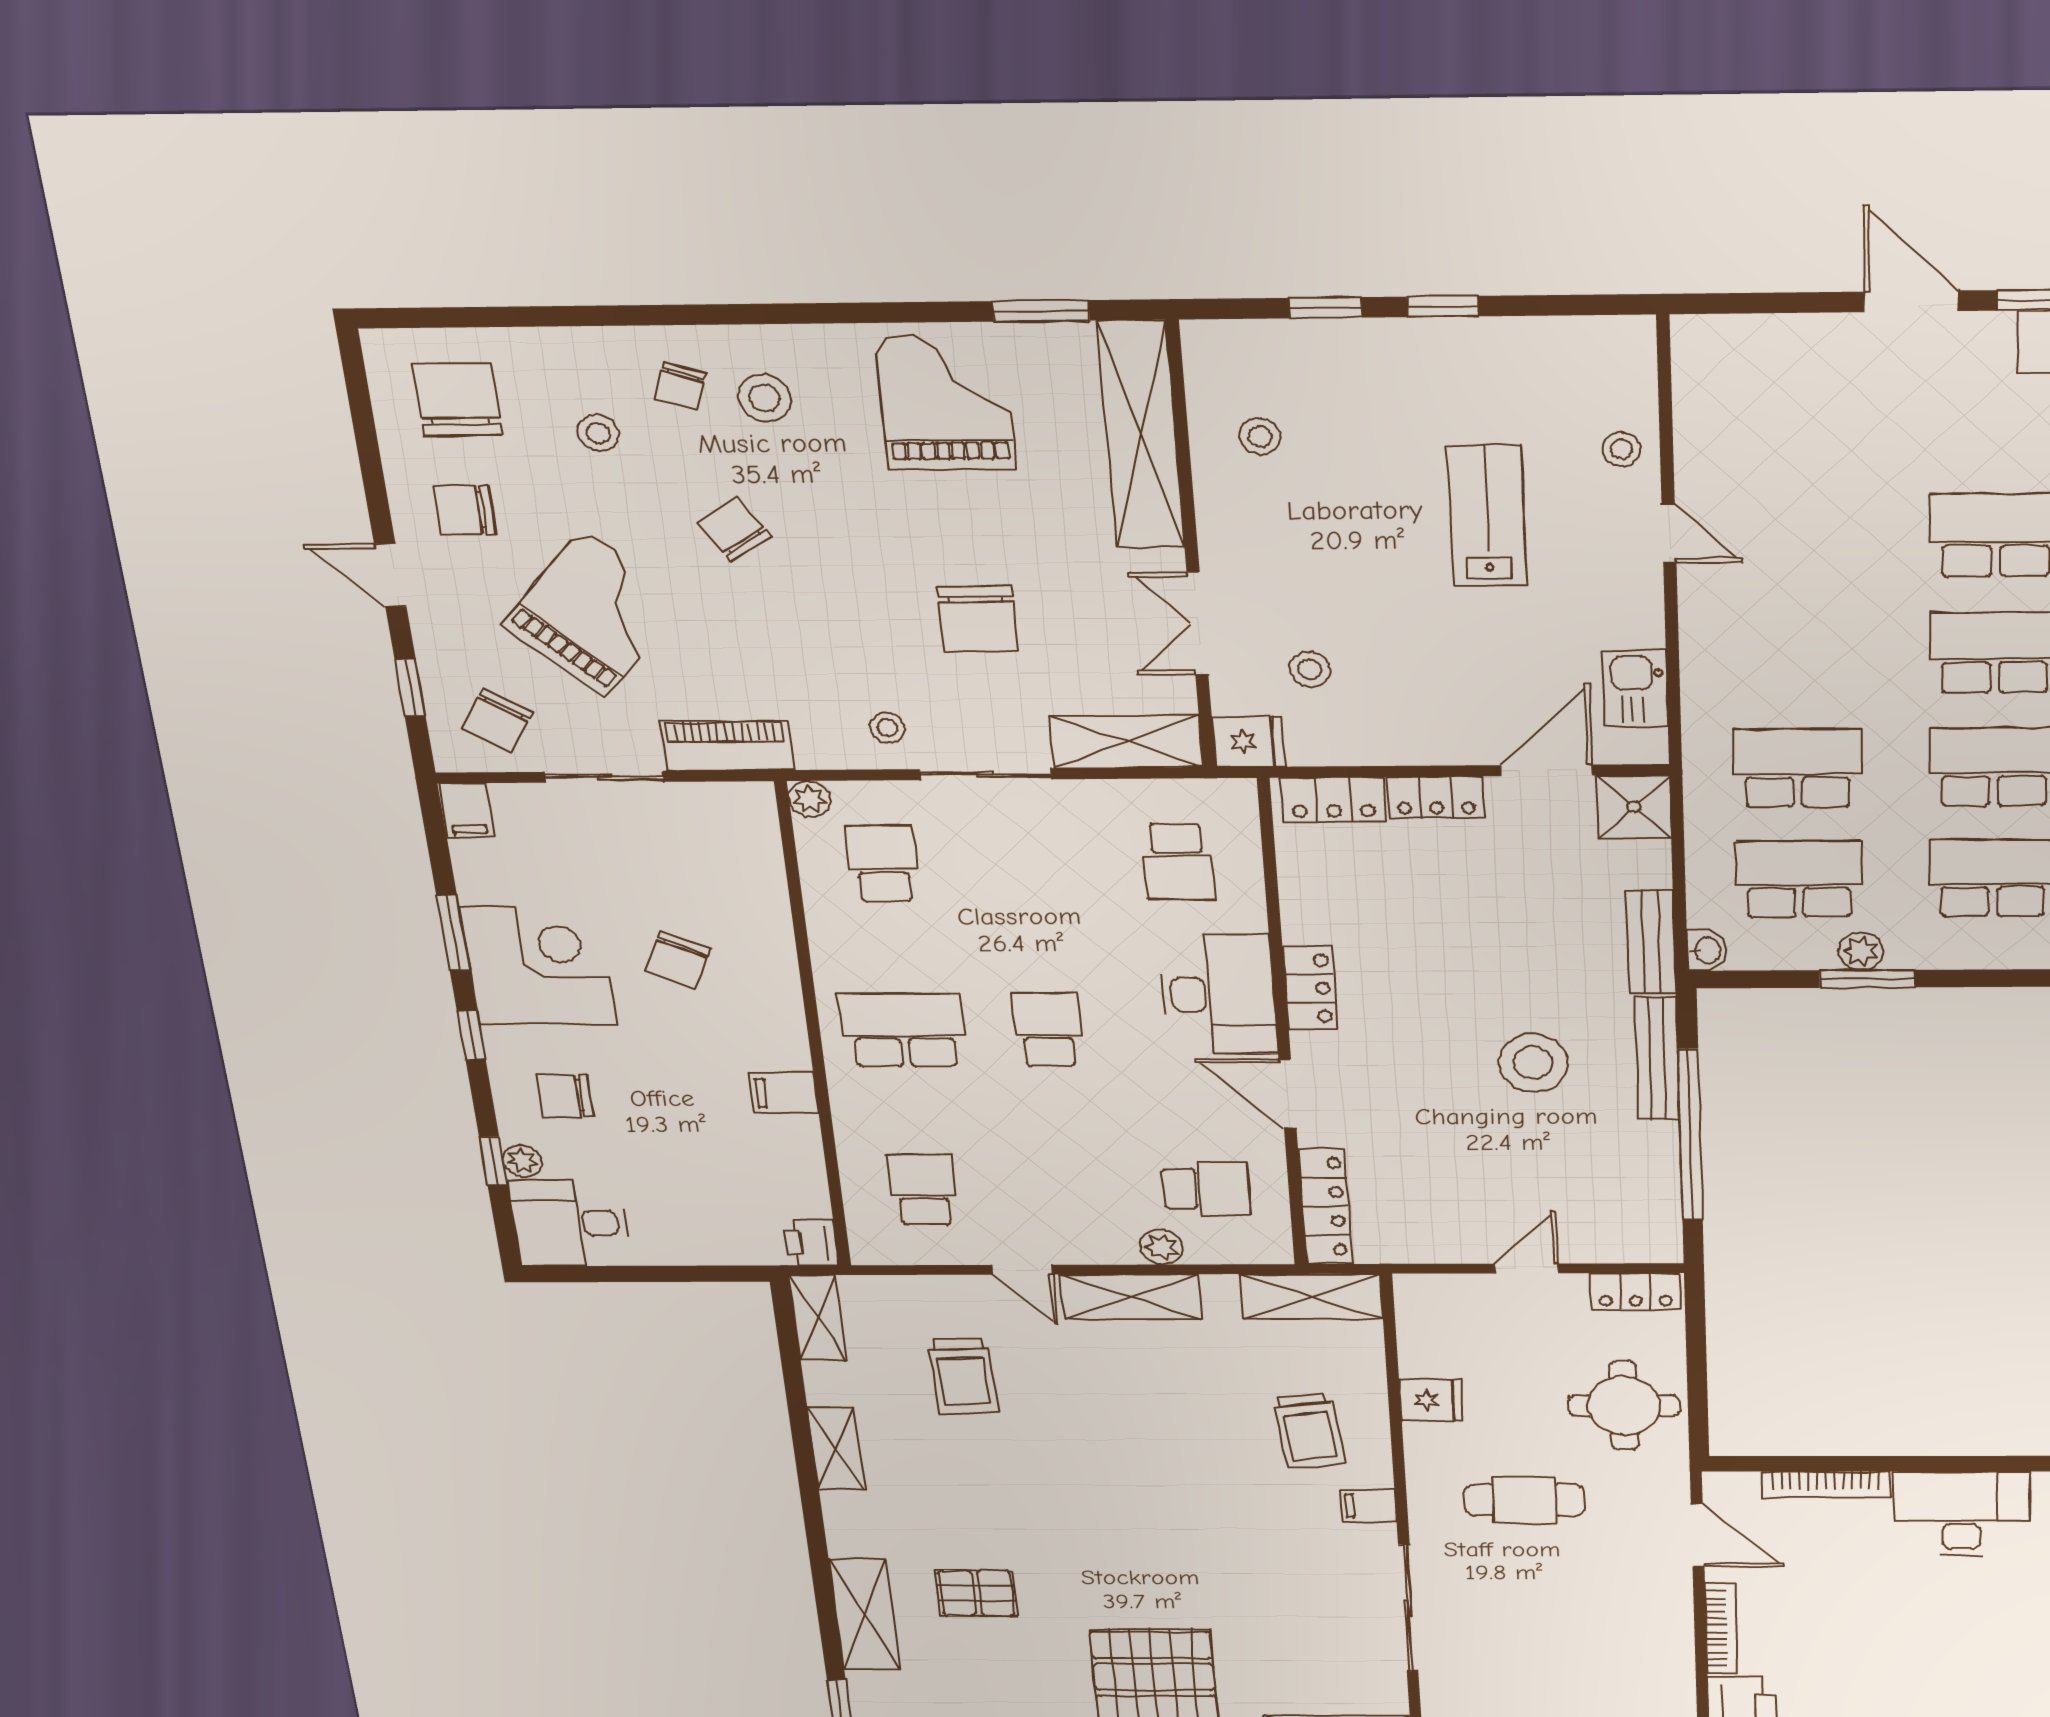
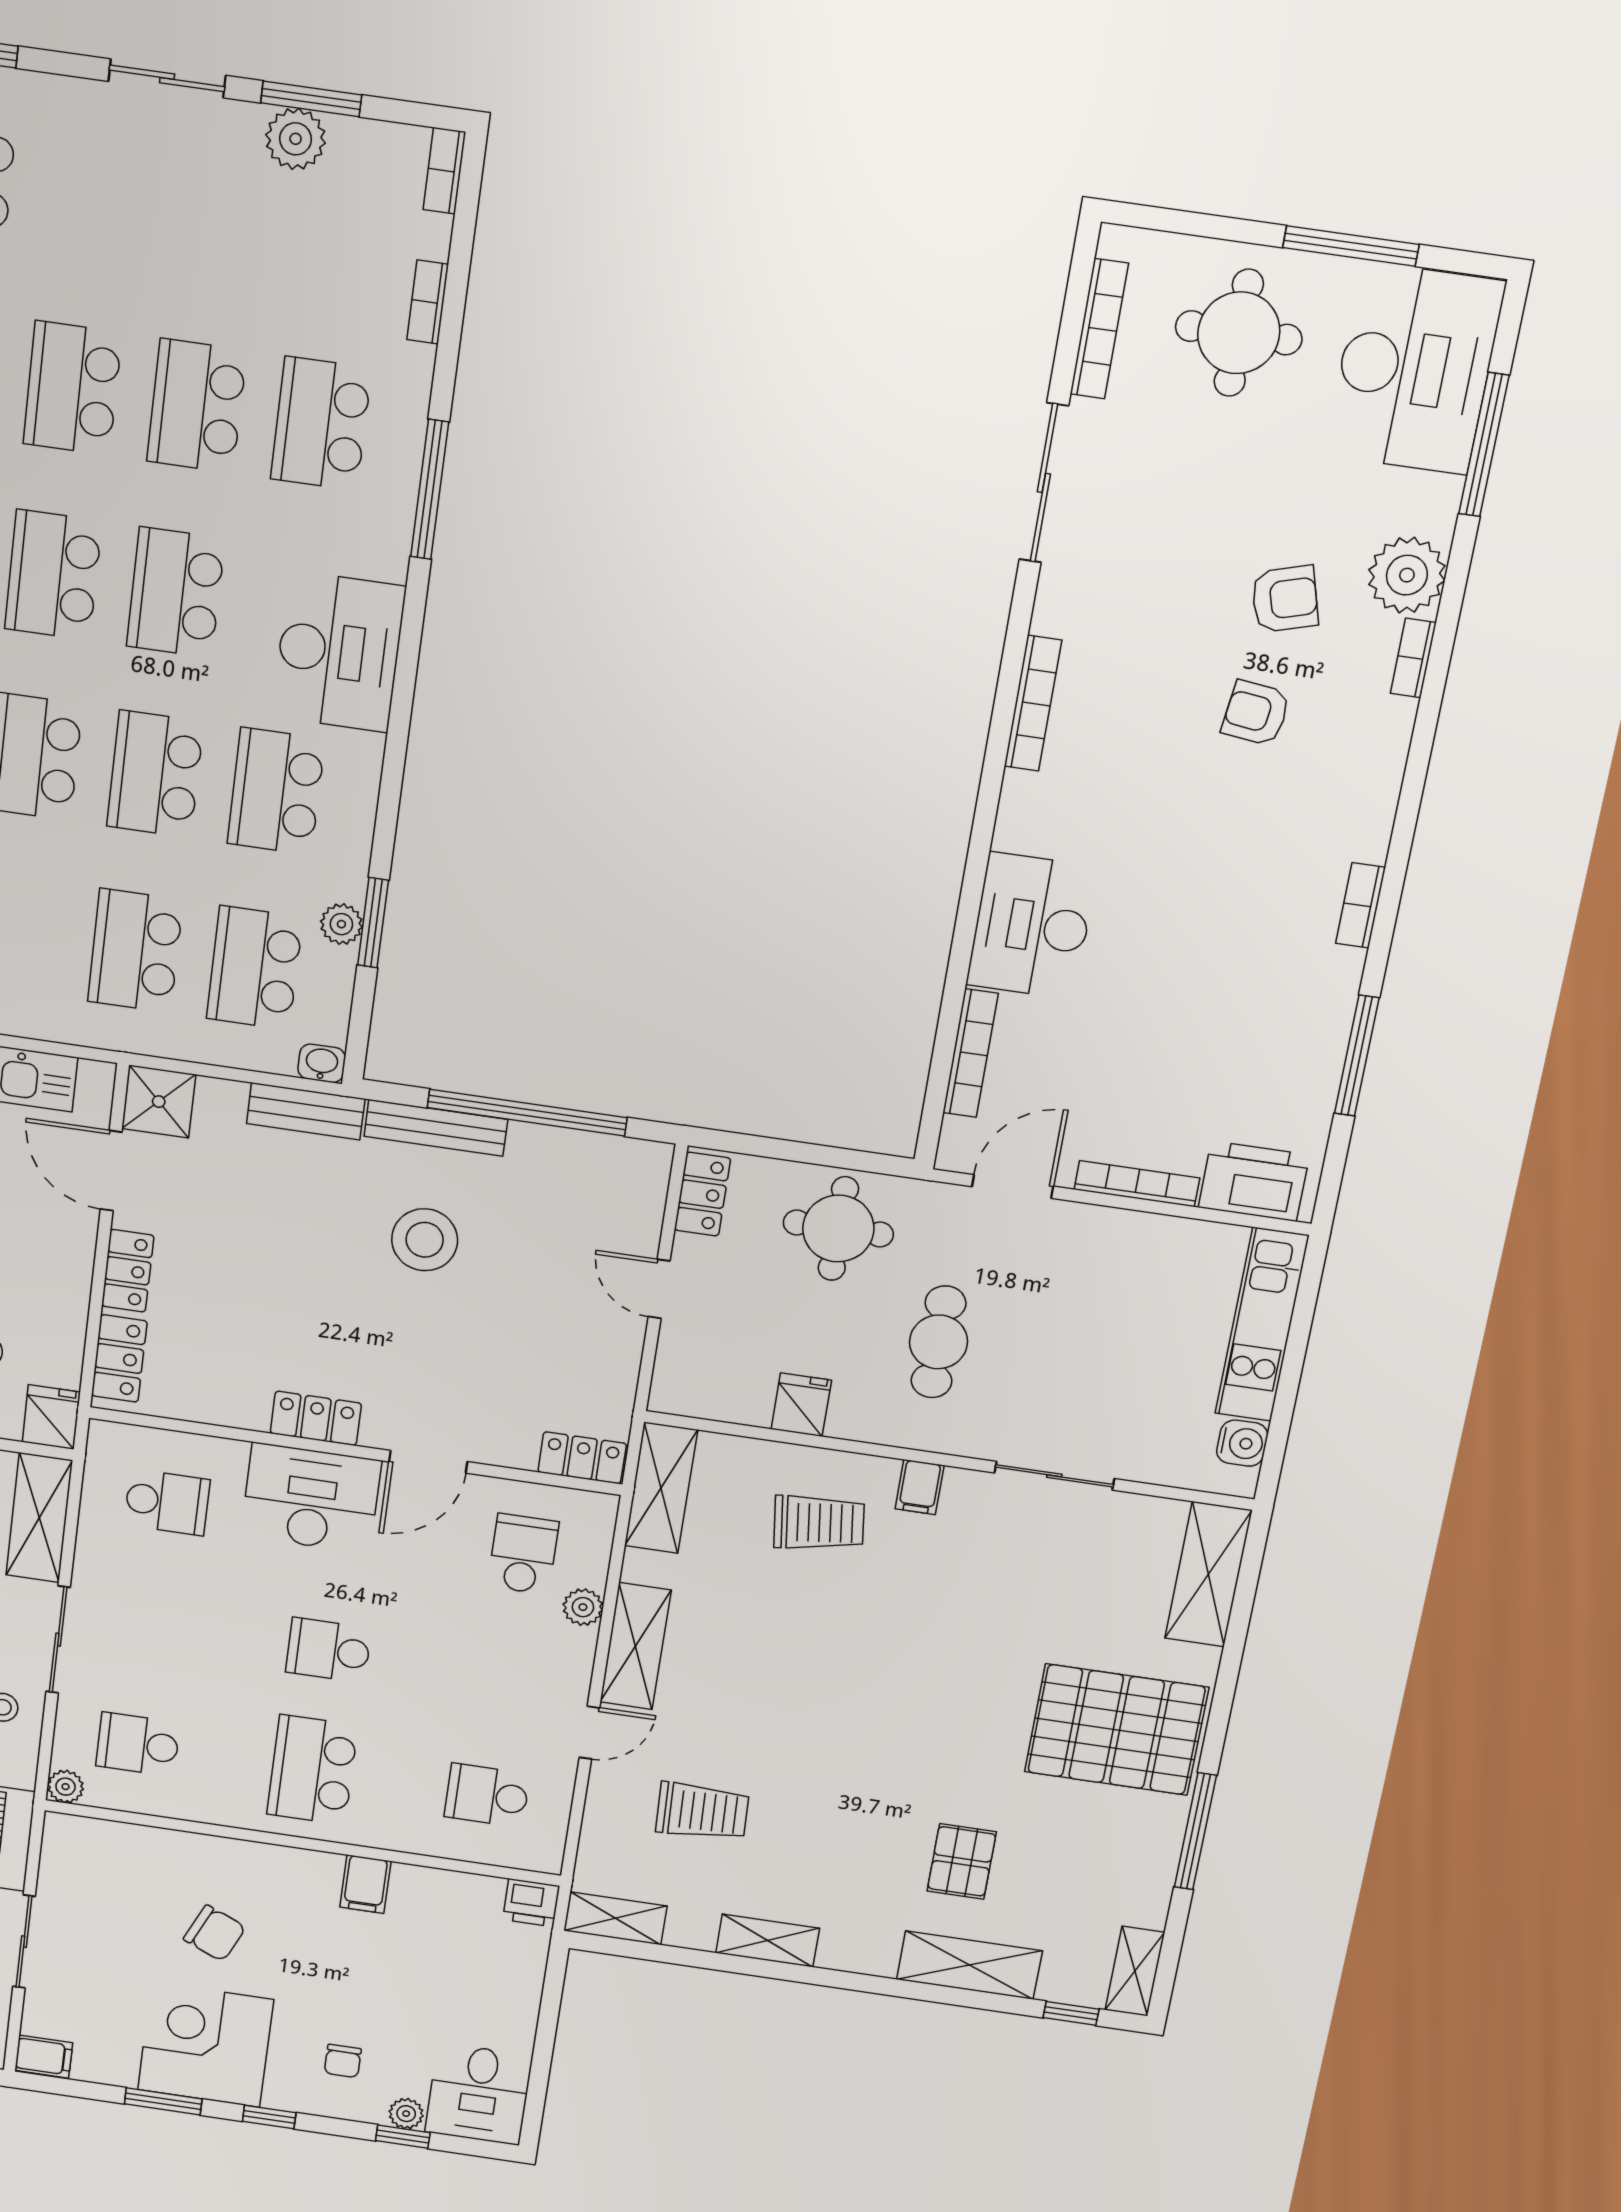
chair: (565, 1096) -> (343, 2061), width x0.73, depth x0.73
locker: (1326, 1207) -> (582, 1458), width x0.66
sliding door: (1408, 1608) -> (1054, 1476), width x0.73

